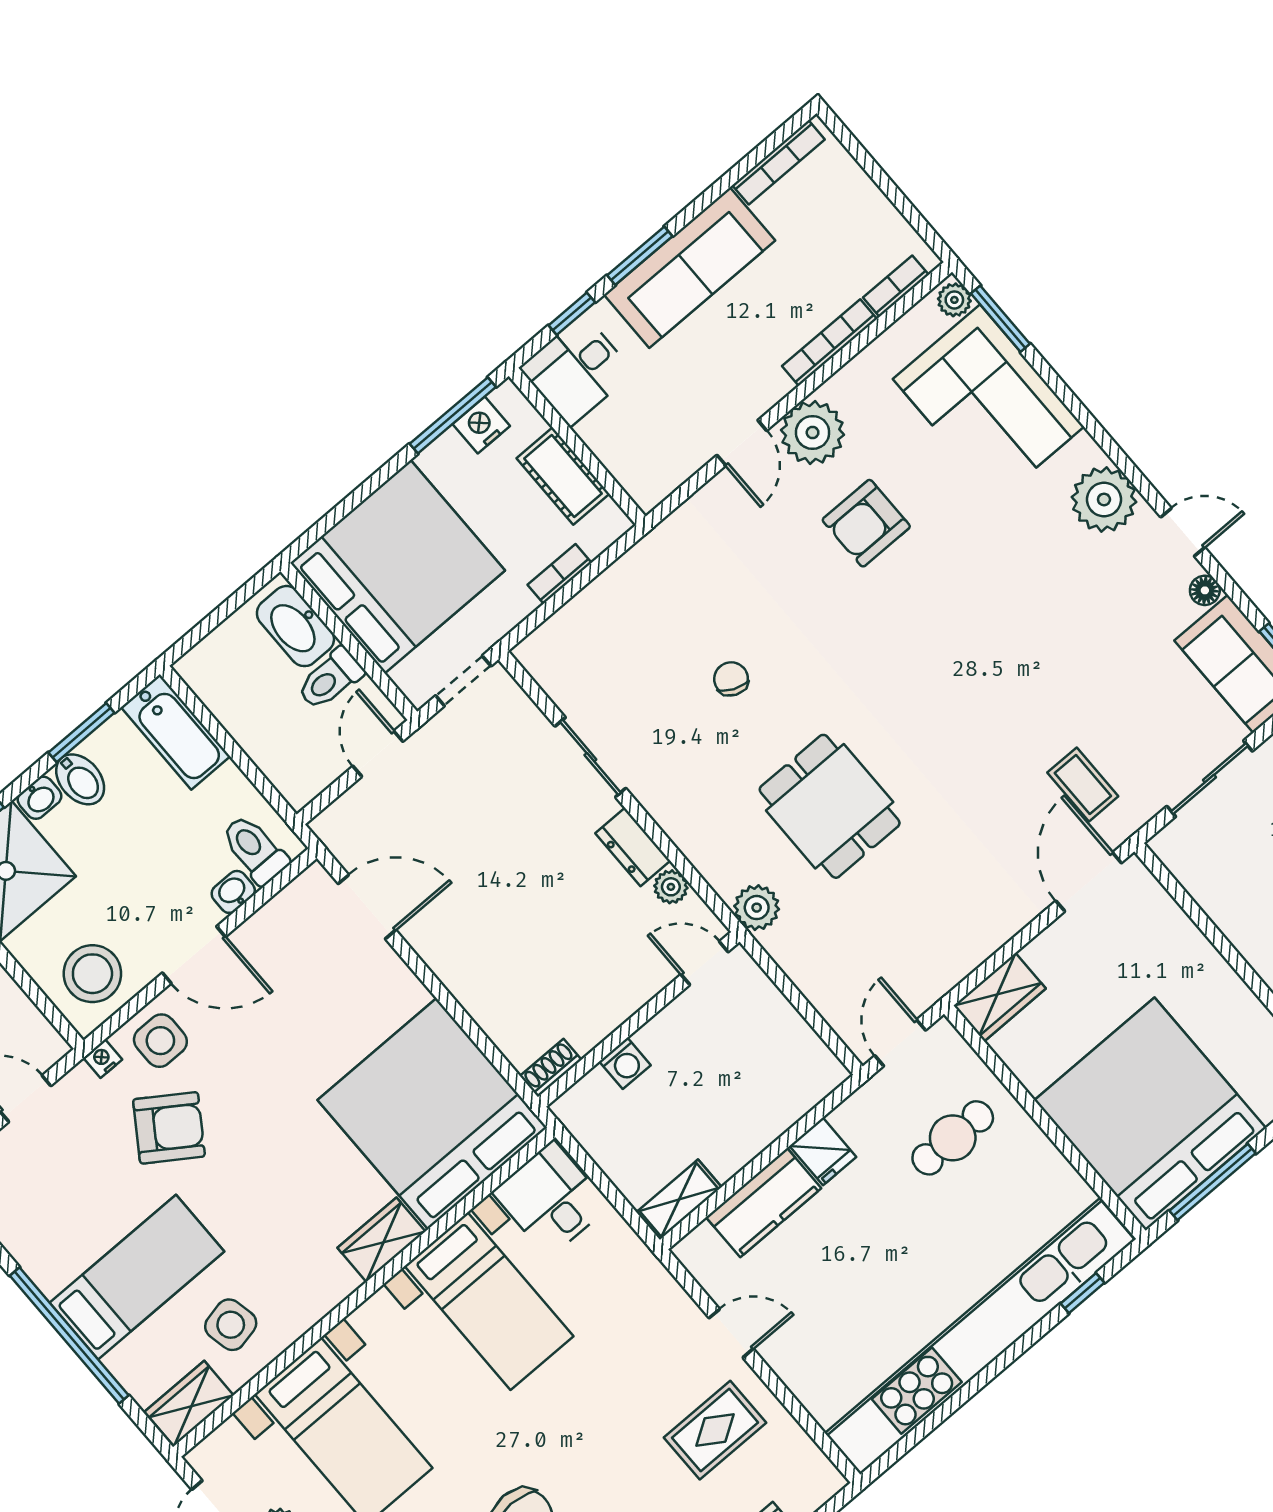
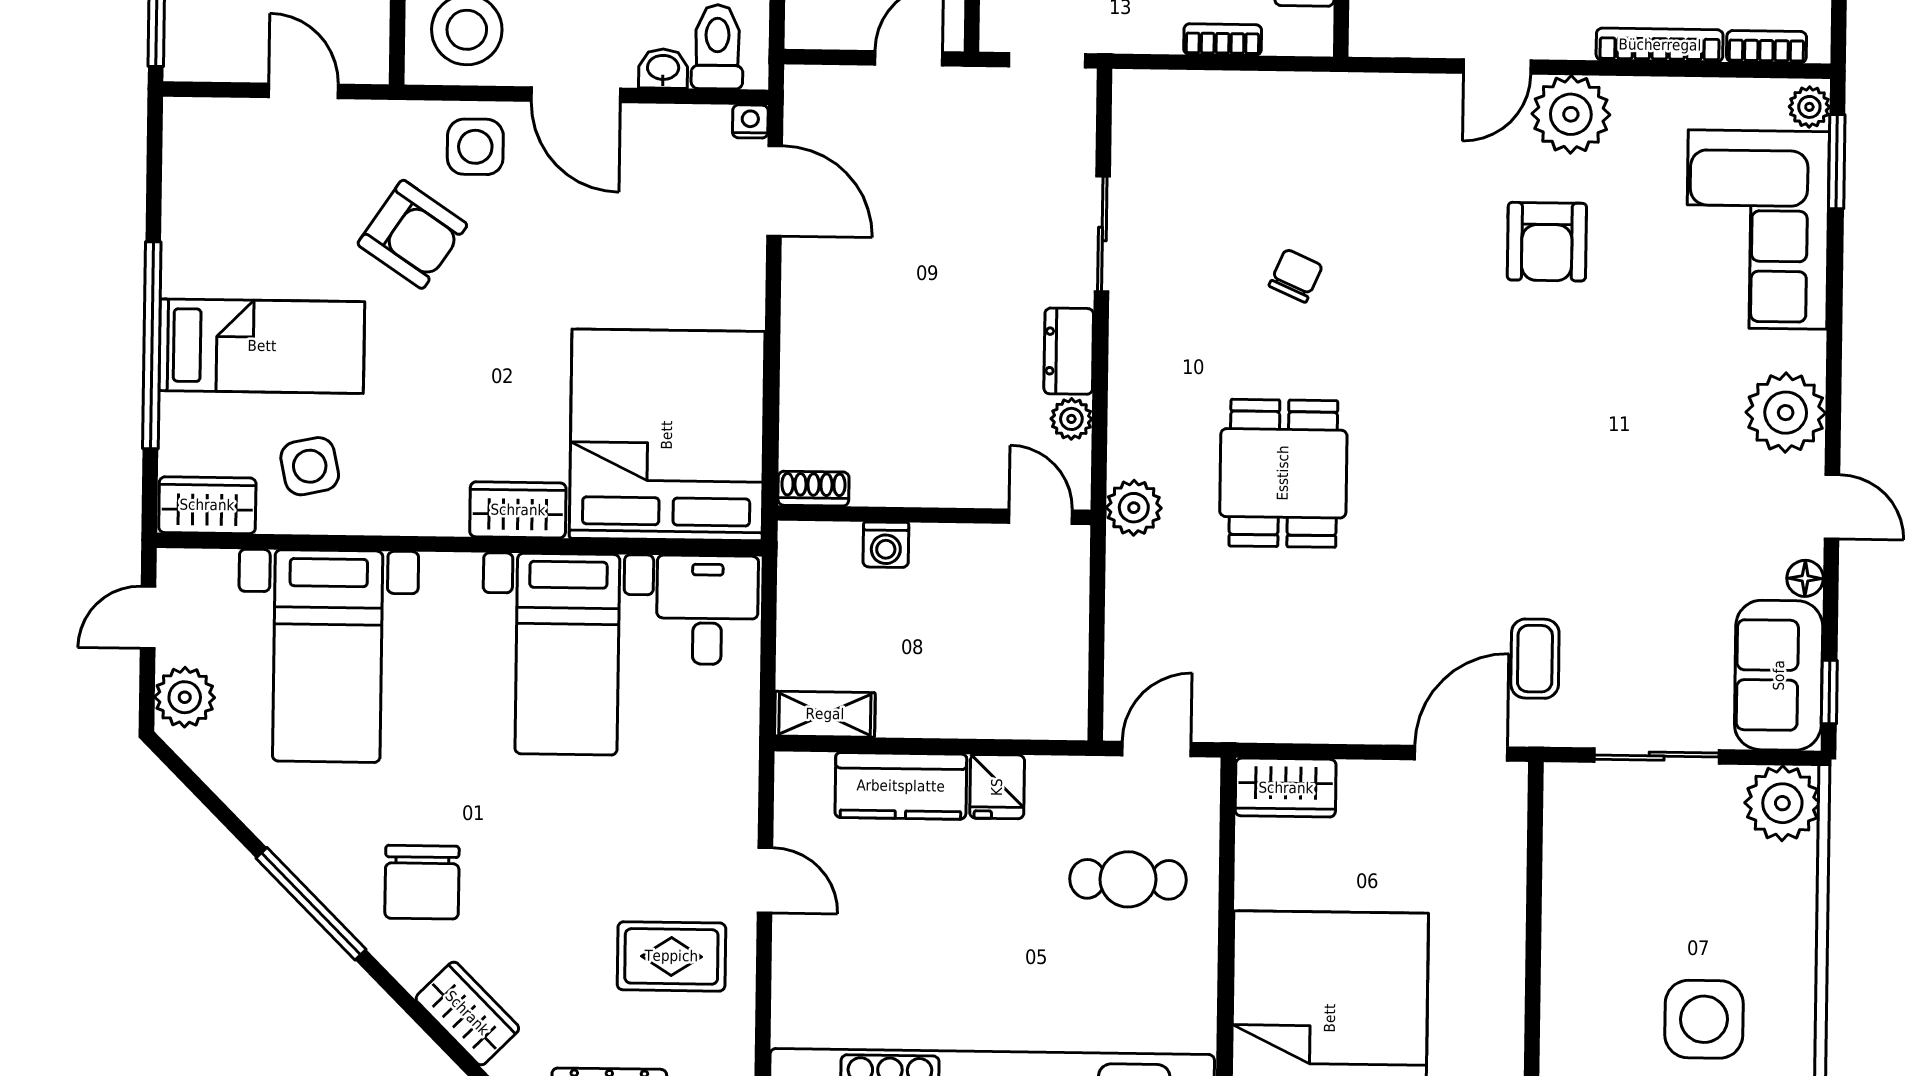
armchair: (866, 523) -> (1547, 242), turned -90
nightstand: (103, 1059) -> (750, 121), moved

